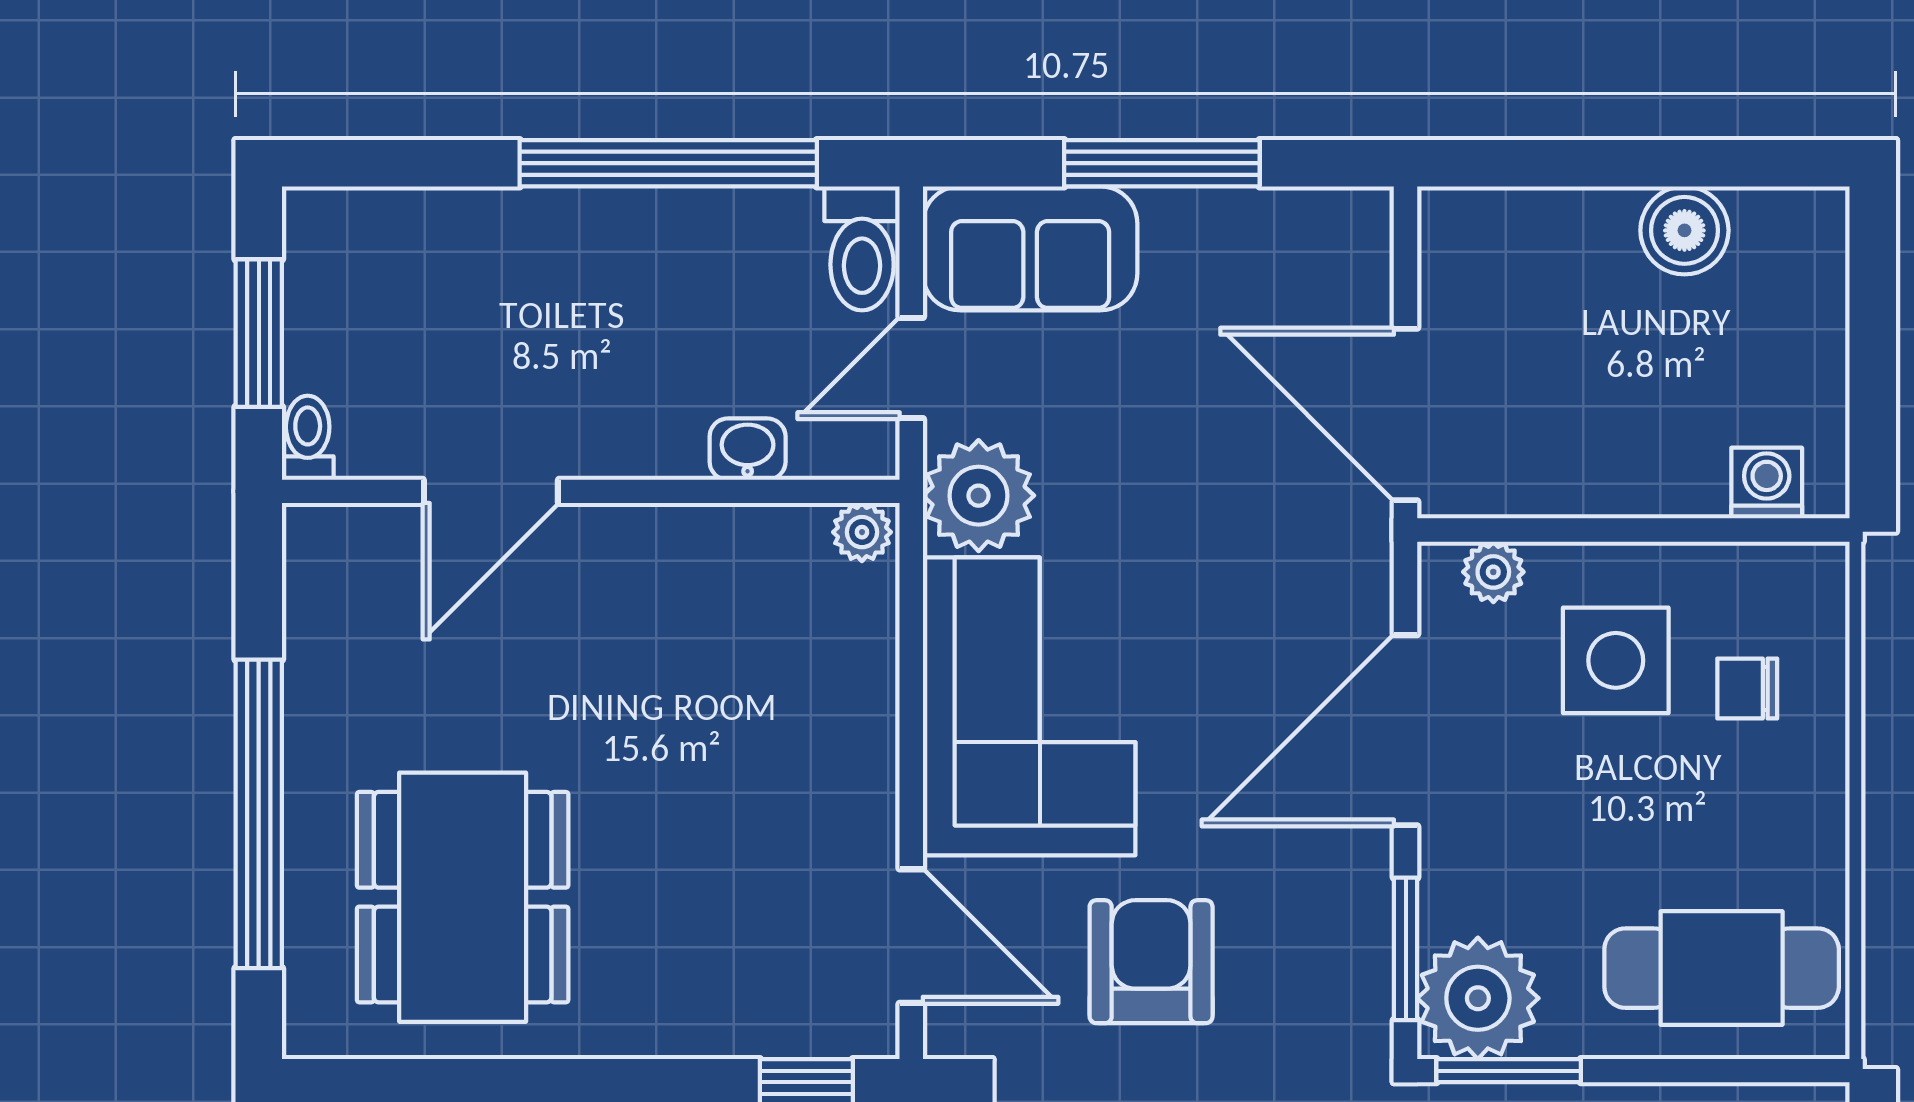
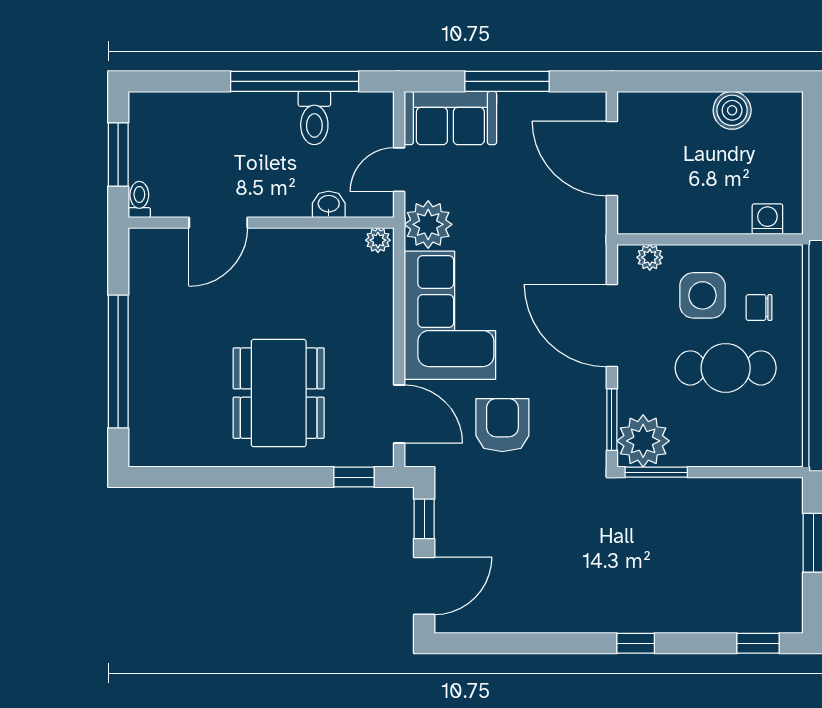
toilet: (862, 248) -> (314, 118), moved
door: (1406, 415) -> (612, 159), moved
door: (1406, 730) -> (612, 326), hinge flipped
dining table: (463, 897) -> (279, 393), moved
cafe table: (1722, 968) -> (726, 368), moved

